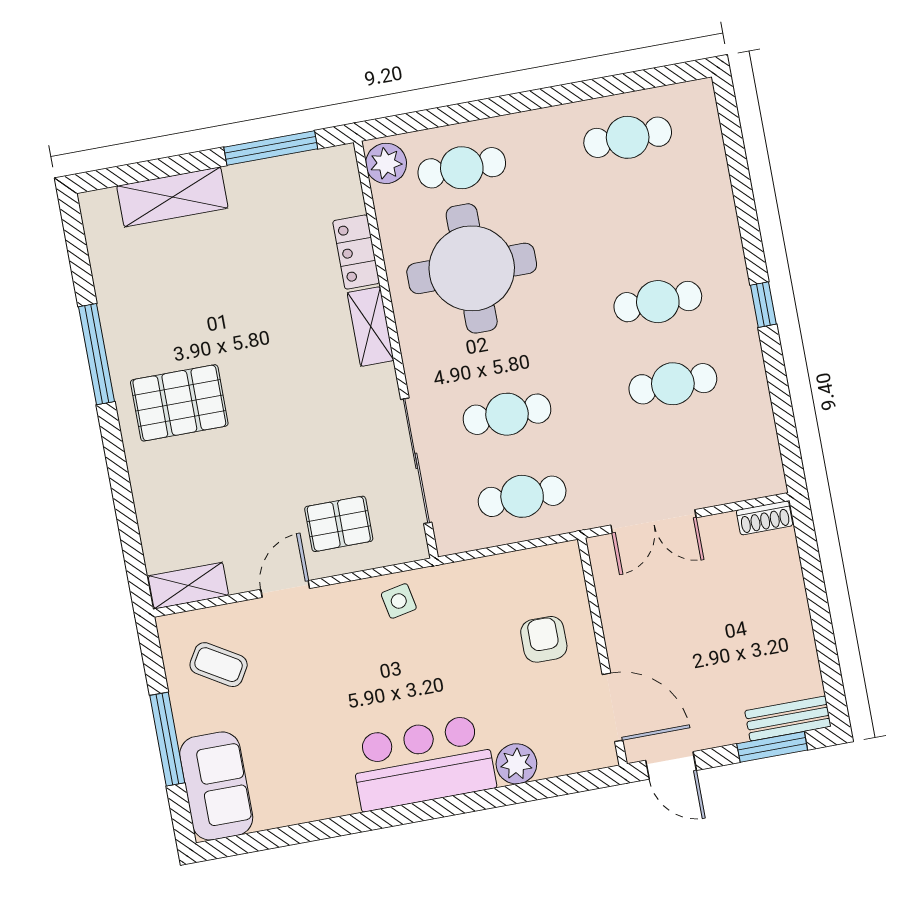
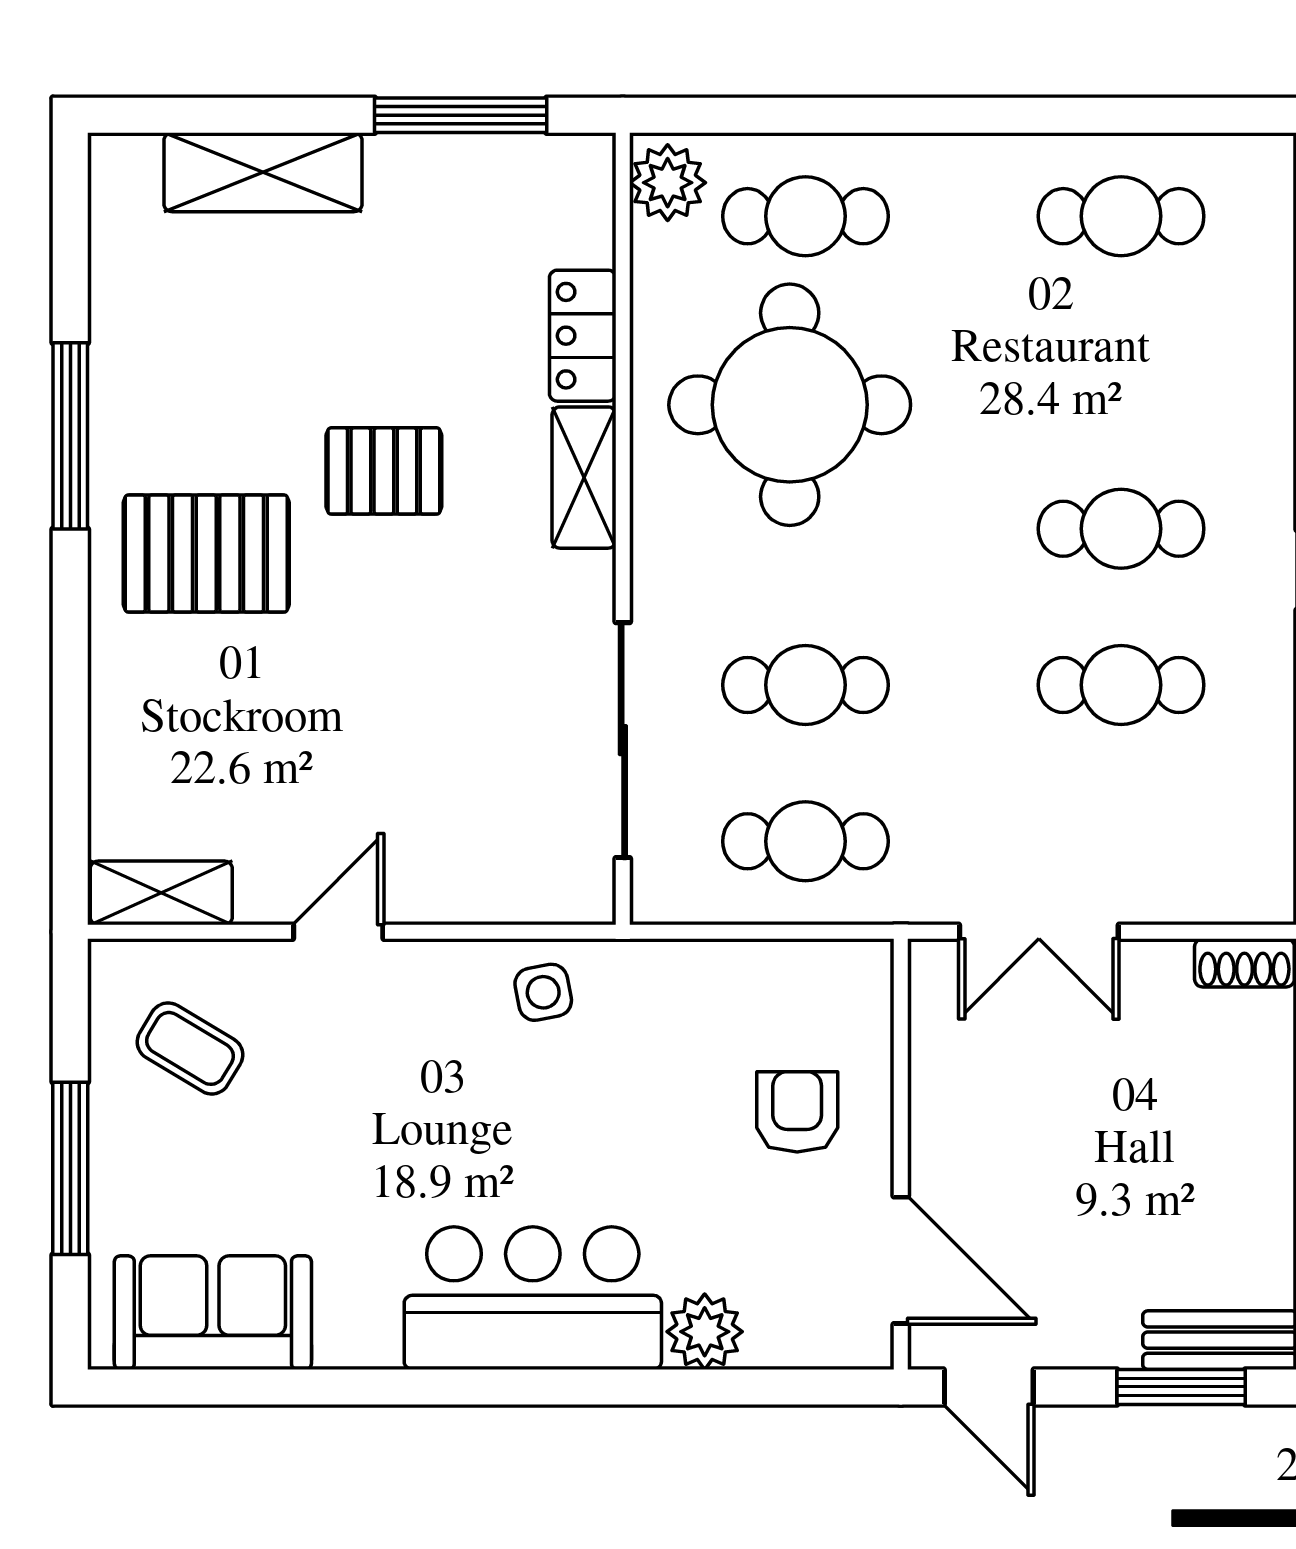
pallet: (339, 524) -> (384, 471), moved
sofa: (216, 786) -> (213, 1313), moved, turned -90

